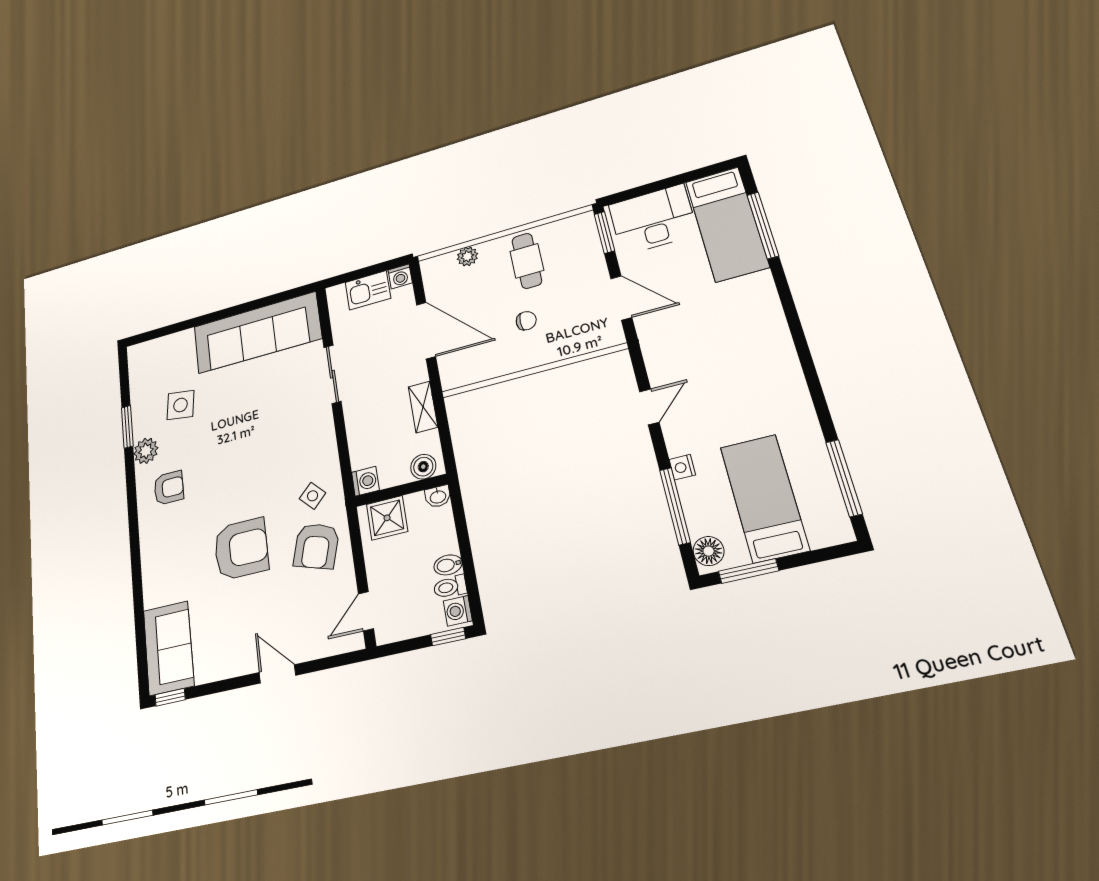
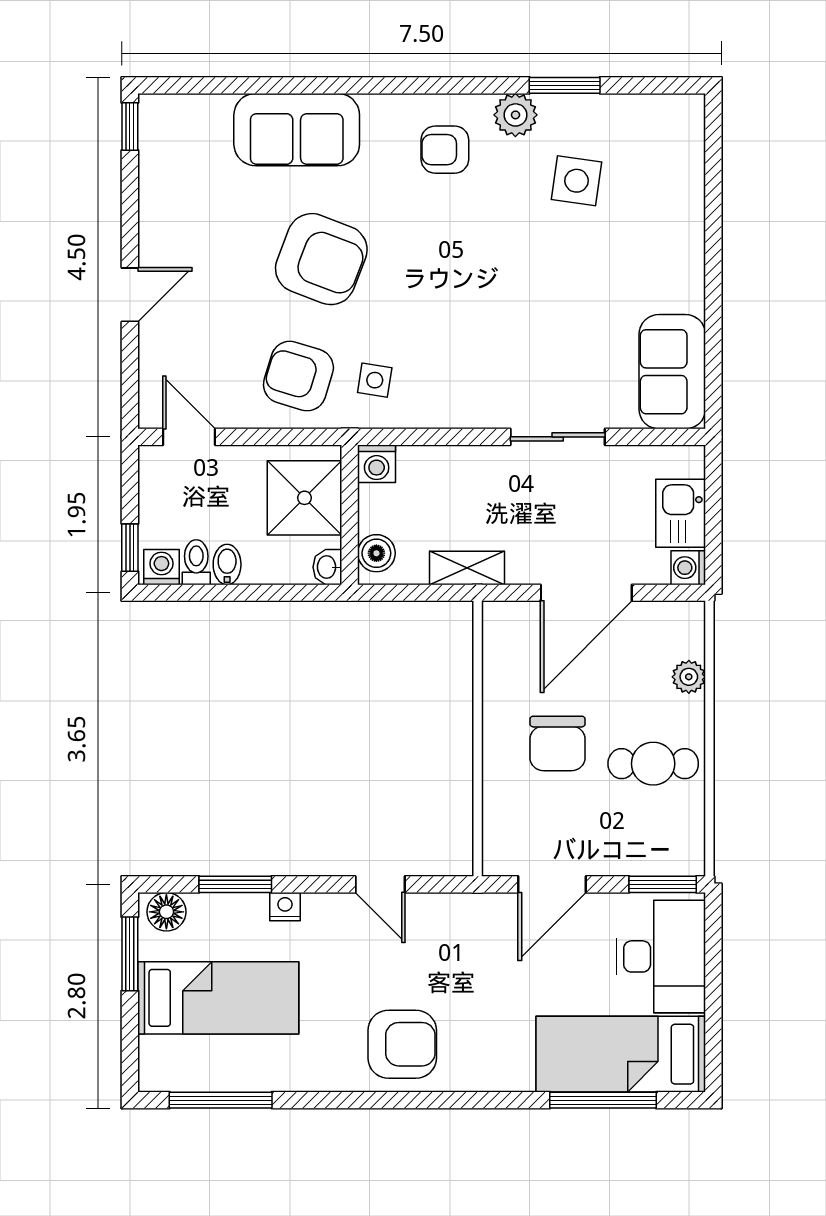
chair: (526, 321) -> (558, 743), width x1.87, depth x1.87
sofa: (257, 333) -> (672, 372), width x0.54, depth x0.79
armchair: (762, 363) -> (402, 1044), added
armchair: (169, 488) -> (445, 150), turned 90
side table: (313, 496) -> (375, 380), turned -37
window: (675, 506) -> (235, 884), width x0.69
shower: (387, 518) -> (305, 498), width x1.36, depth x1.36
armchair: (241, 549) -> (321, 259), turned -69
sofa: (169, 648) -> (297, 130), moved

